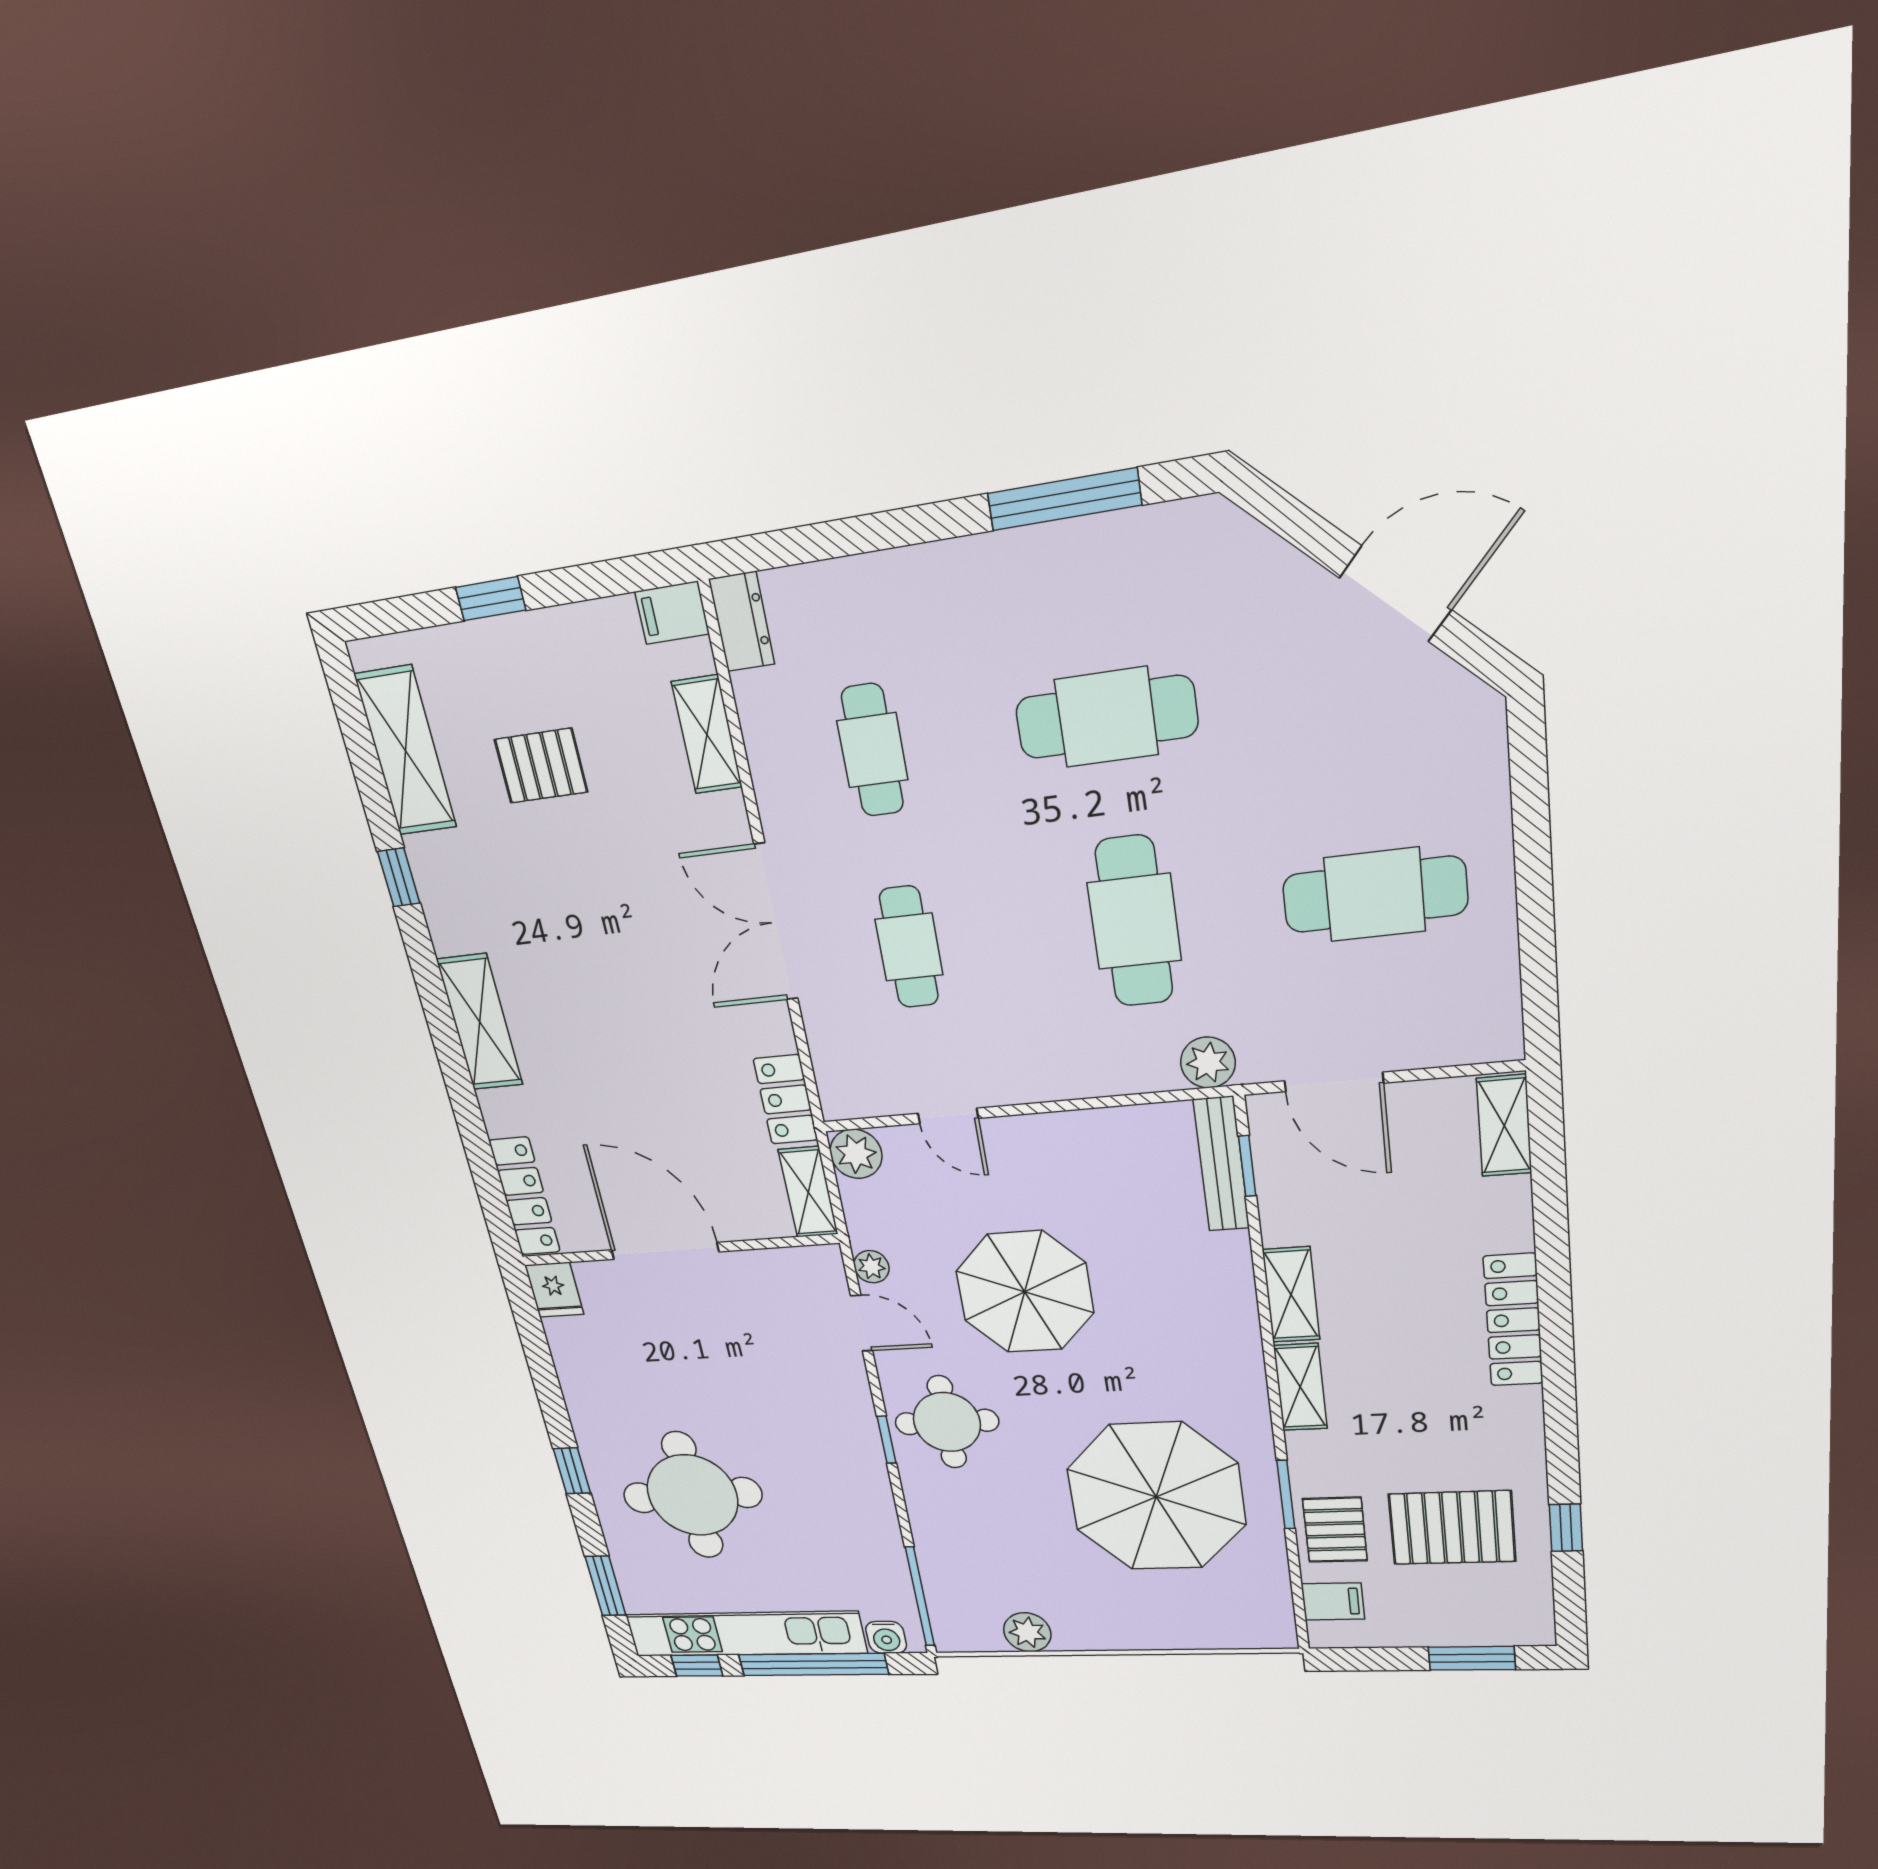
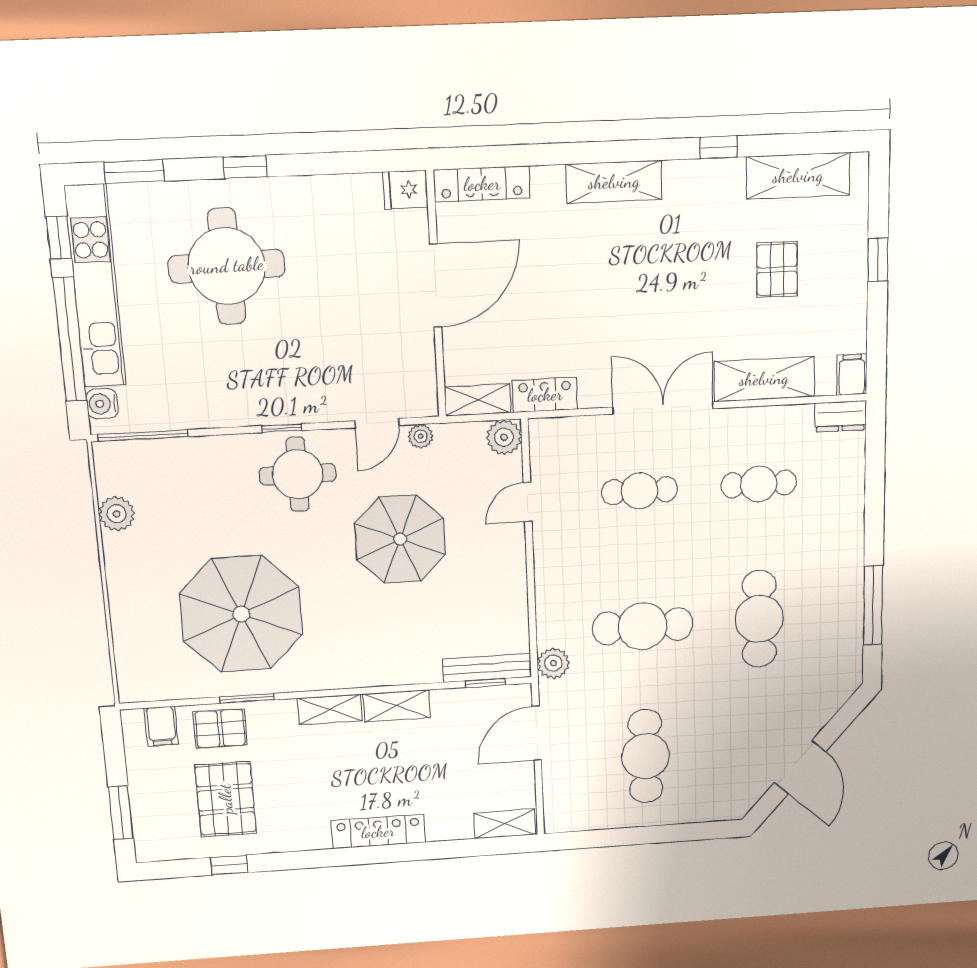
shelving: (707, 735) -> (764, 379), width x1.50, depth x1.33

